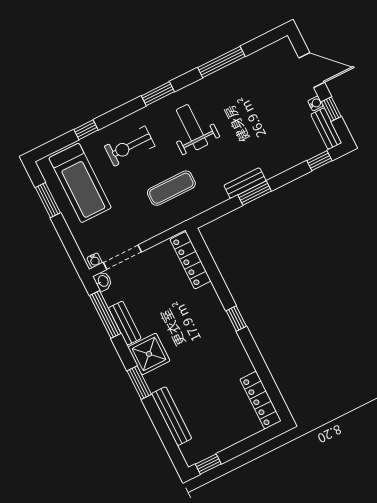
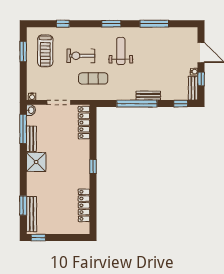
exercise bike: (130, 146) -> (81, 56), moved
treadmill: (80, 183) -> (45, 51), width x0.73, depth x0.73
bench: (245, 183) -> (148, 96), moved
window: (255, 193) -> (137, 104), width x2.11
doorway: (122, 257) -> (59, 102), moved
window: (139, 383) -> (23, 206), moved
locker: (261, 400) -> (84, 205), moved
bench: (172, 416) -> (31, 214), moved

